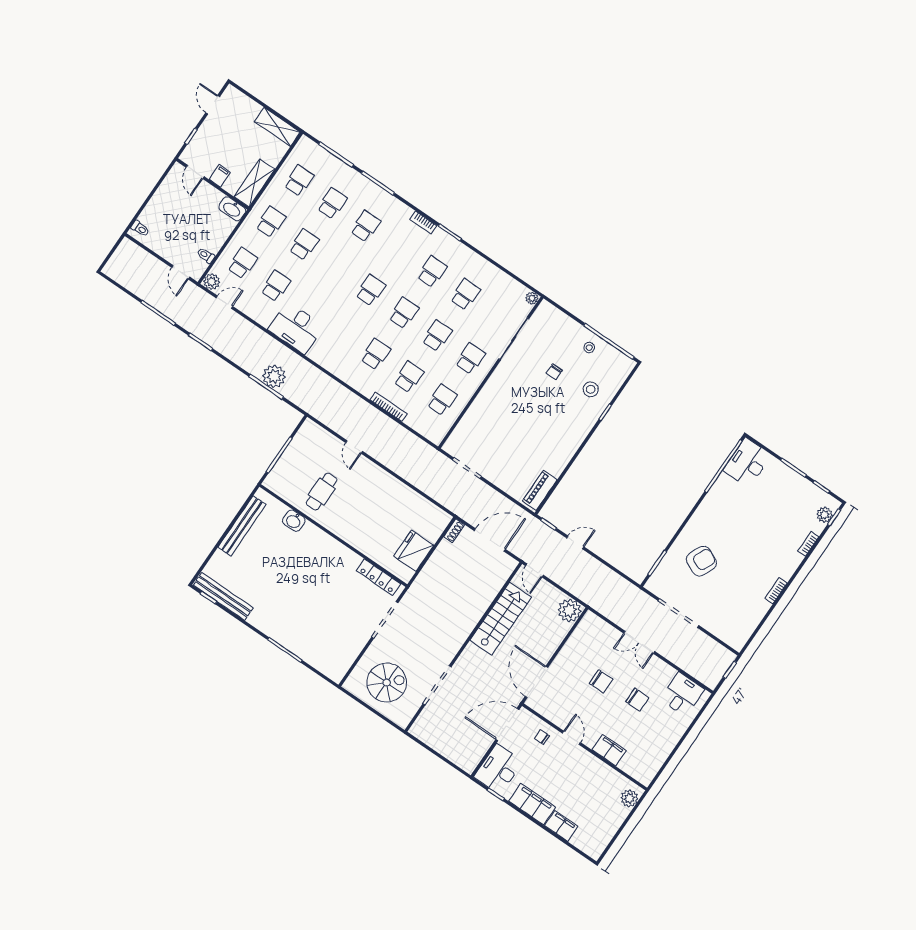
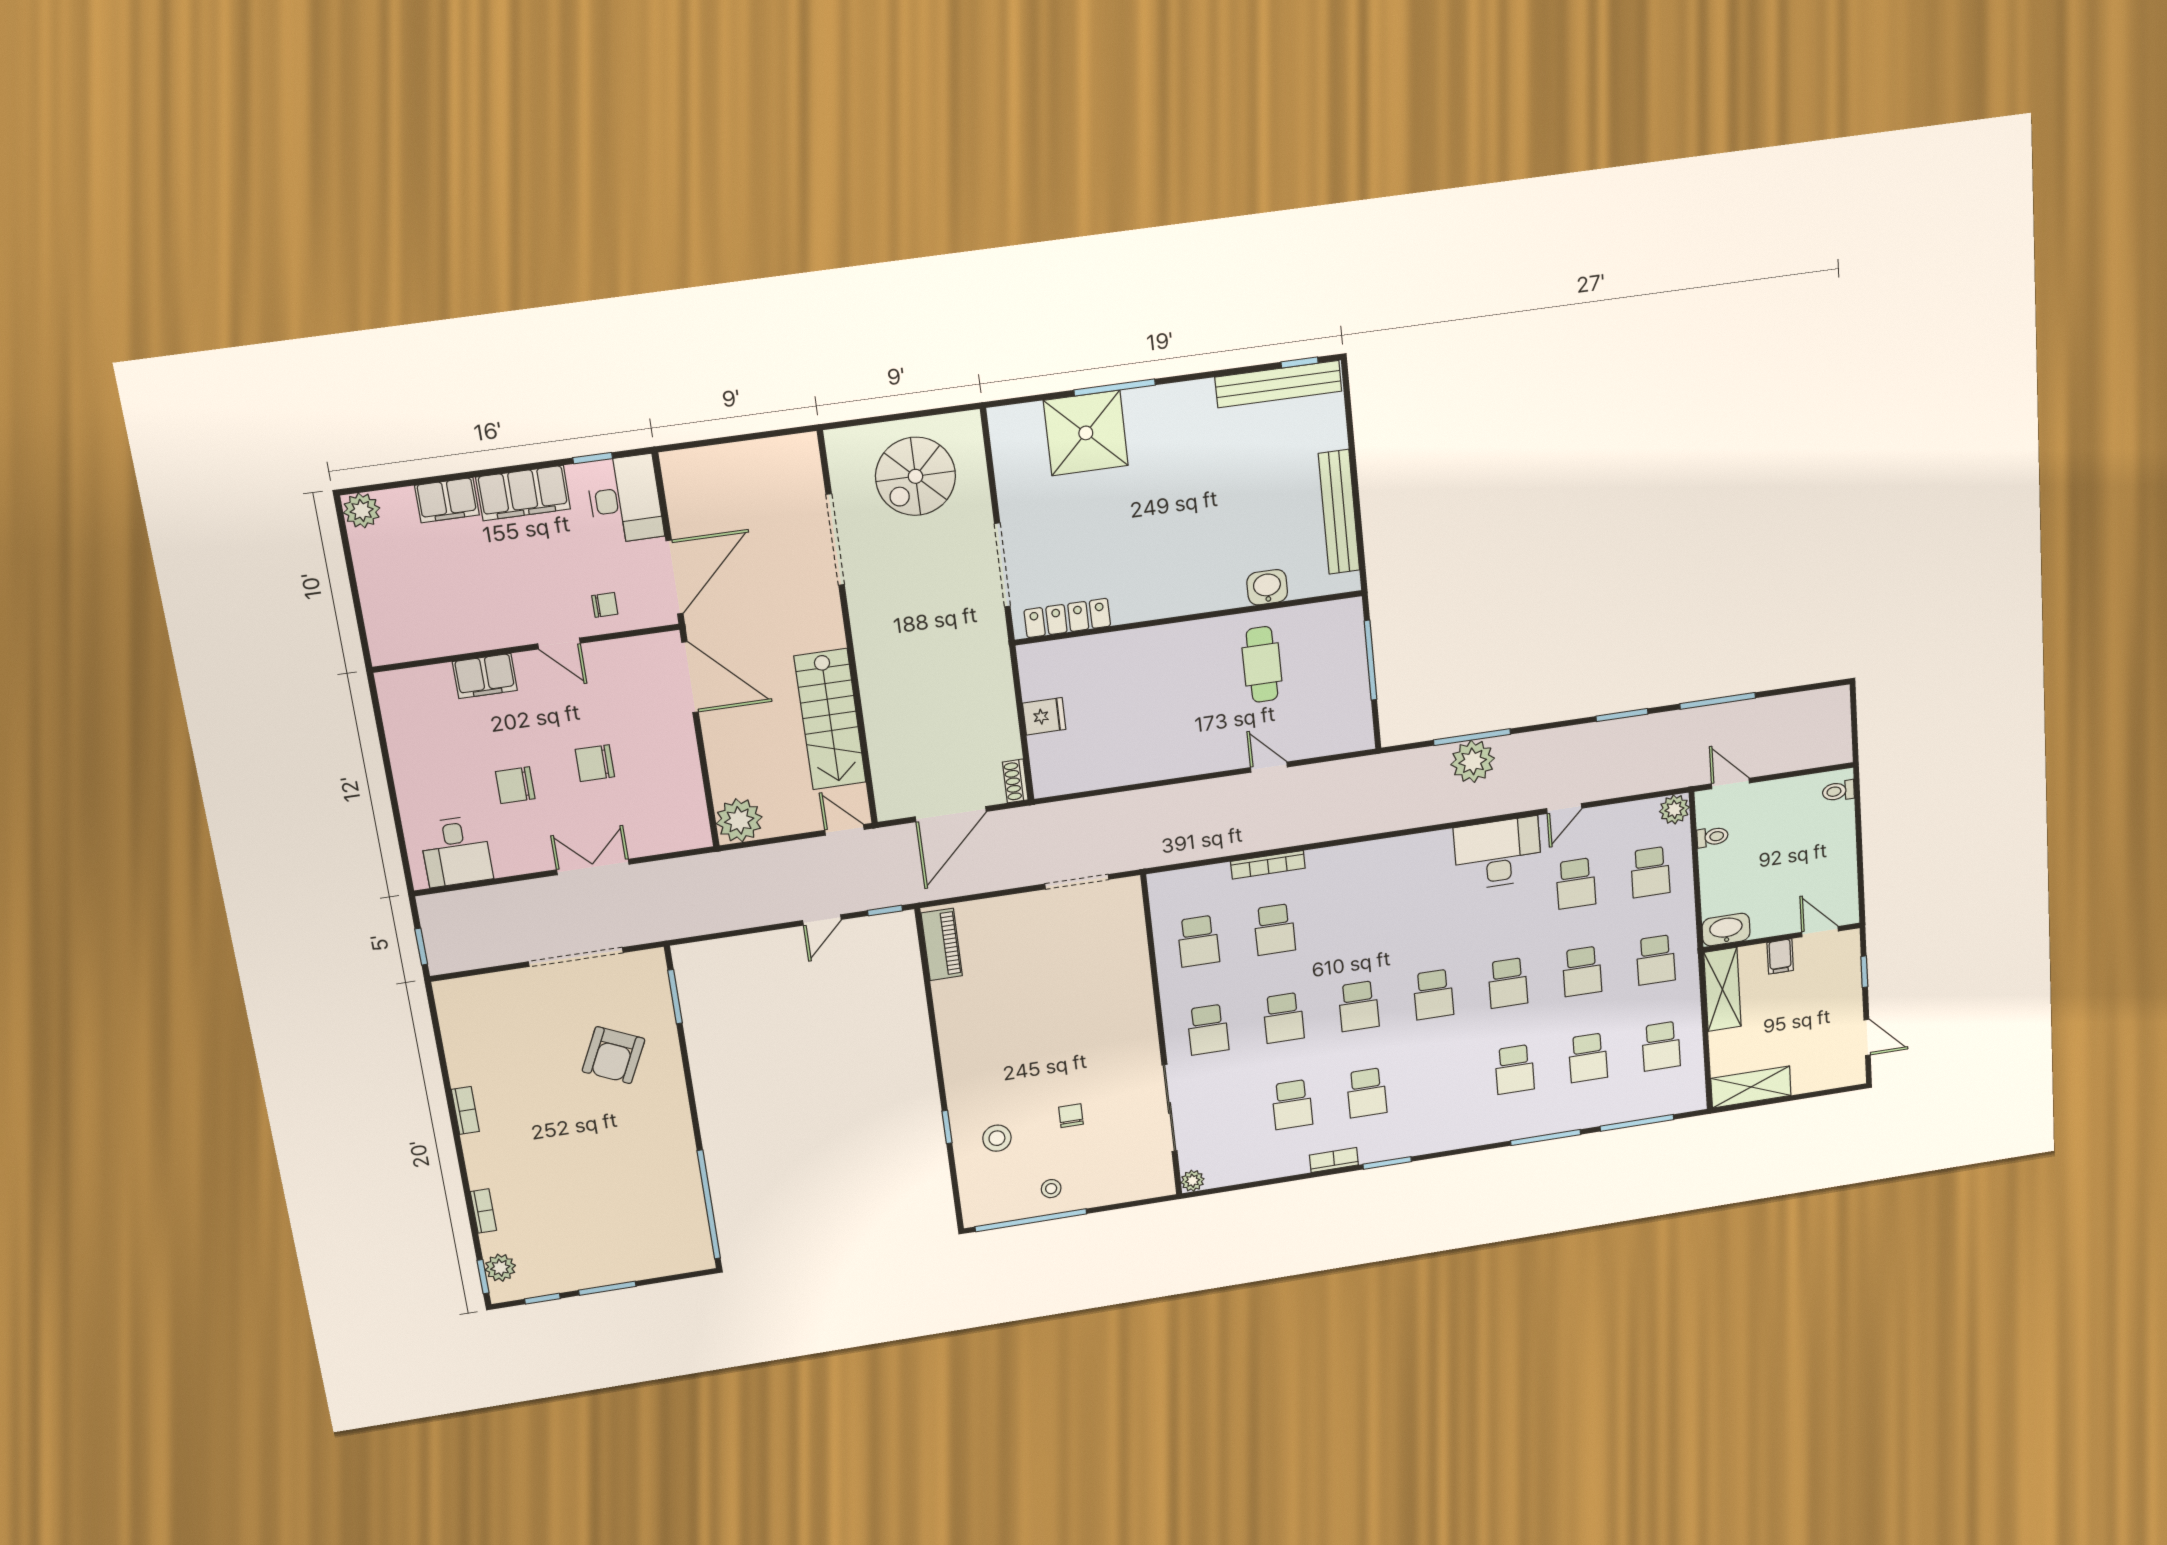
bookcase: (423, 222) -> (1334, 1160), moved
door: (224, 302) -> (1564, 808), moved
school desk: (376, 354) -> (1508, 983), moved
desk: (747, 463) -> (679, 1238), removed
fridge: (414, 551) -> (1044, 716), width x0.53, depth x0.75
shower: (310, 642) -> (1086, 433), added
plant: (629, 798) -> (362, 510), moved

